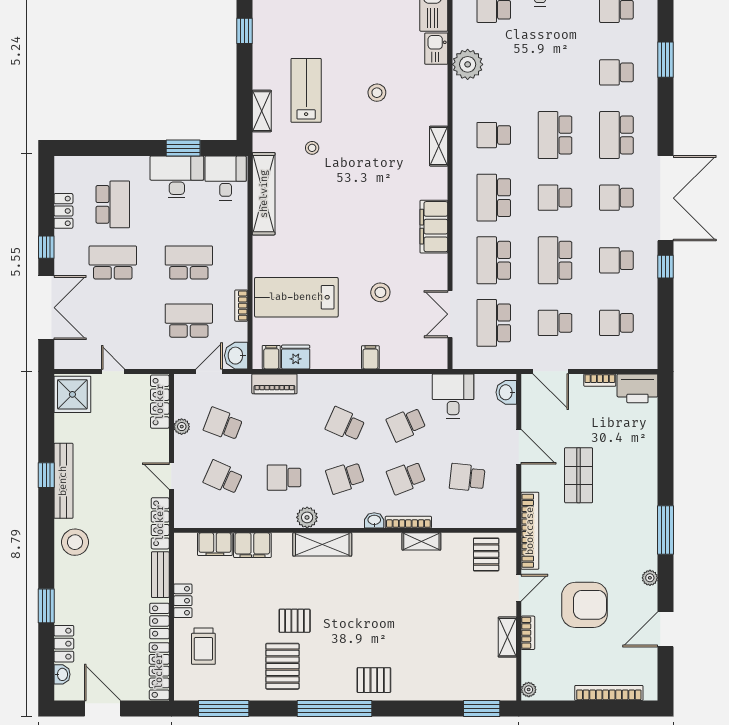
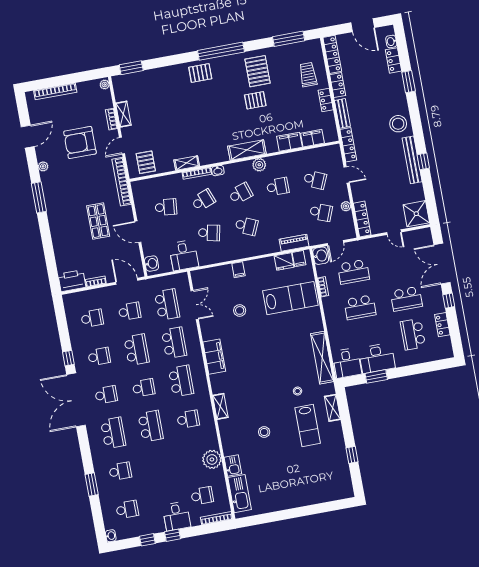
school desk: (406, 424) -> (209, 233), turned 36

